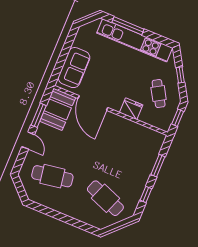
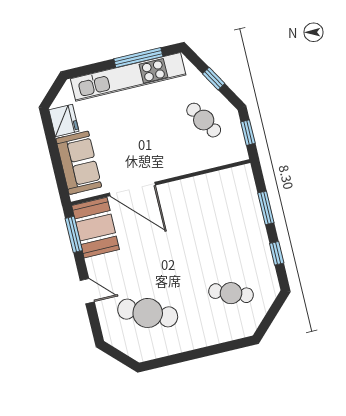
window: (128, 26) -> (138, 58), moved
fridge: (131, 109) -> (64, 121), moved, turned 90
window: (39, 115) -> (74, 234), moved
cafe table: (52, 176) -> (148, 313), turned 33
cafe table: (105, 198) -> (231, 293), width x0.73, depth x0.74

